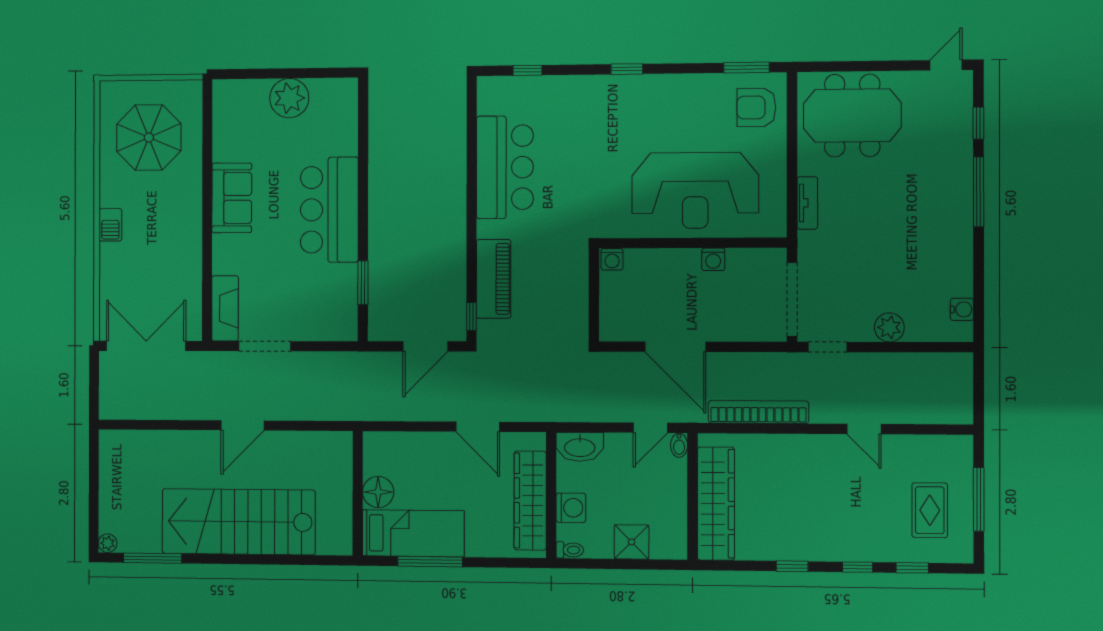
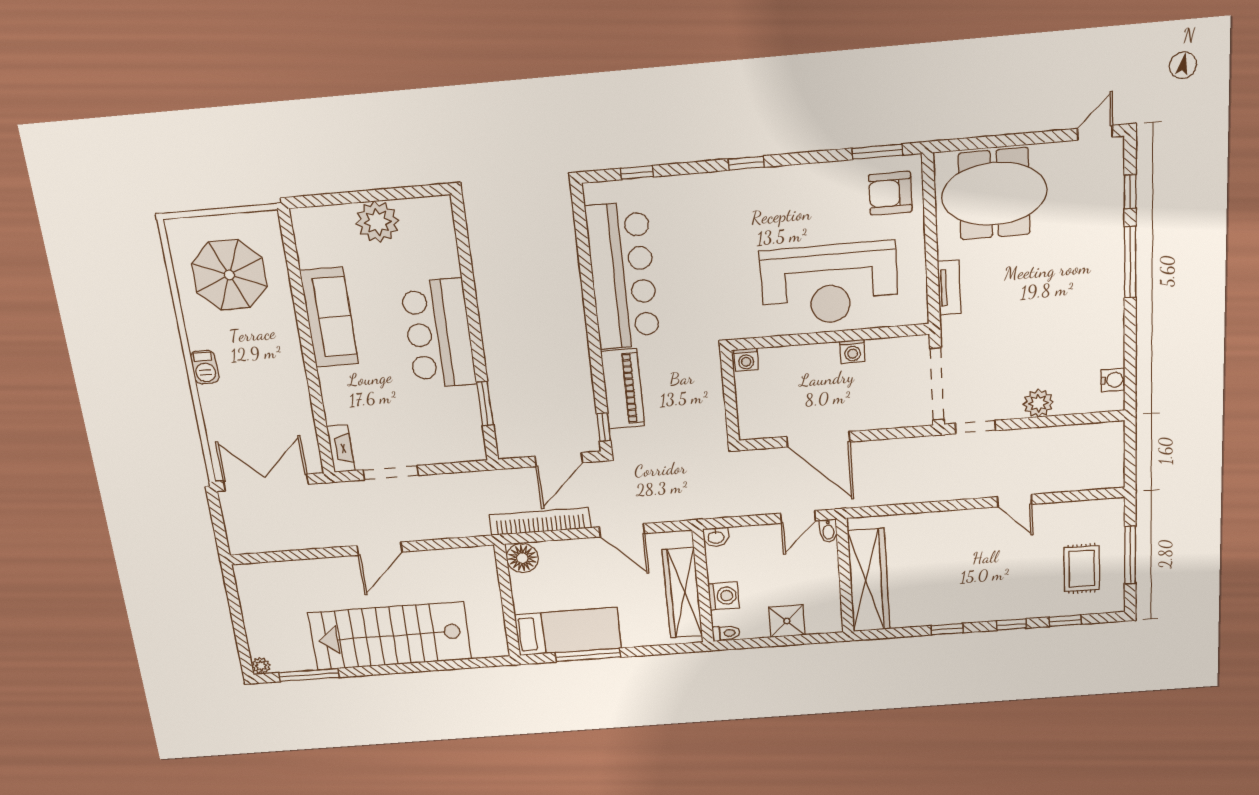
bar counter: (505, 167) -> (623, 276), width x1.36
sofa: (232, 198) -> (329, 317), width x1.36
fireplace: (225, 308) -> (341, 449), width x0.73, depth x0.76
bookcase: (758, 412) -> (540, 522), moved
washbasin: (580, 447) -> (716, 537), width x0.52, depth x0.69
floor lamp: (378, 492) -> (522, 558), moved

